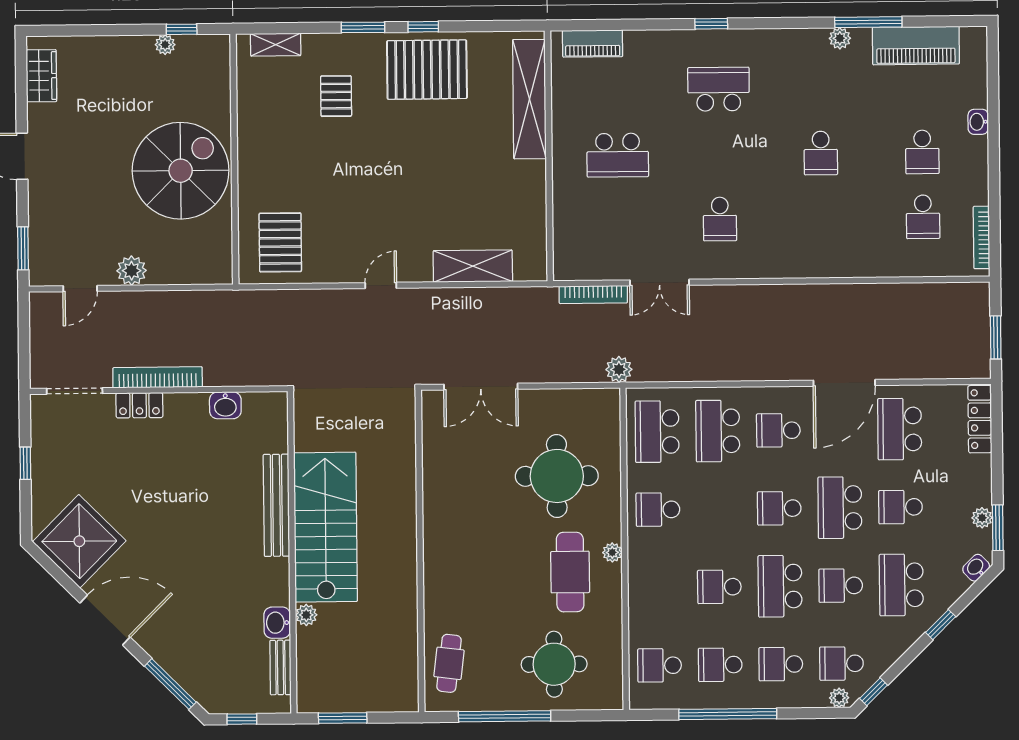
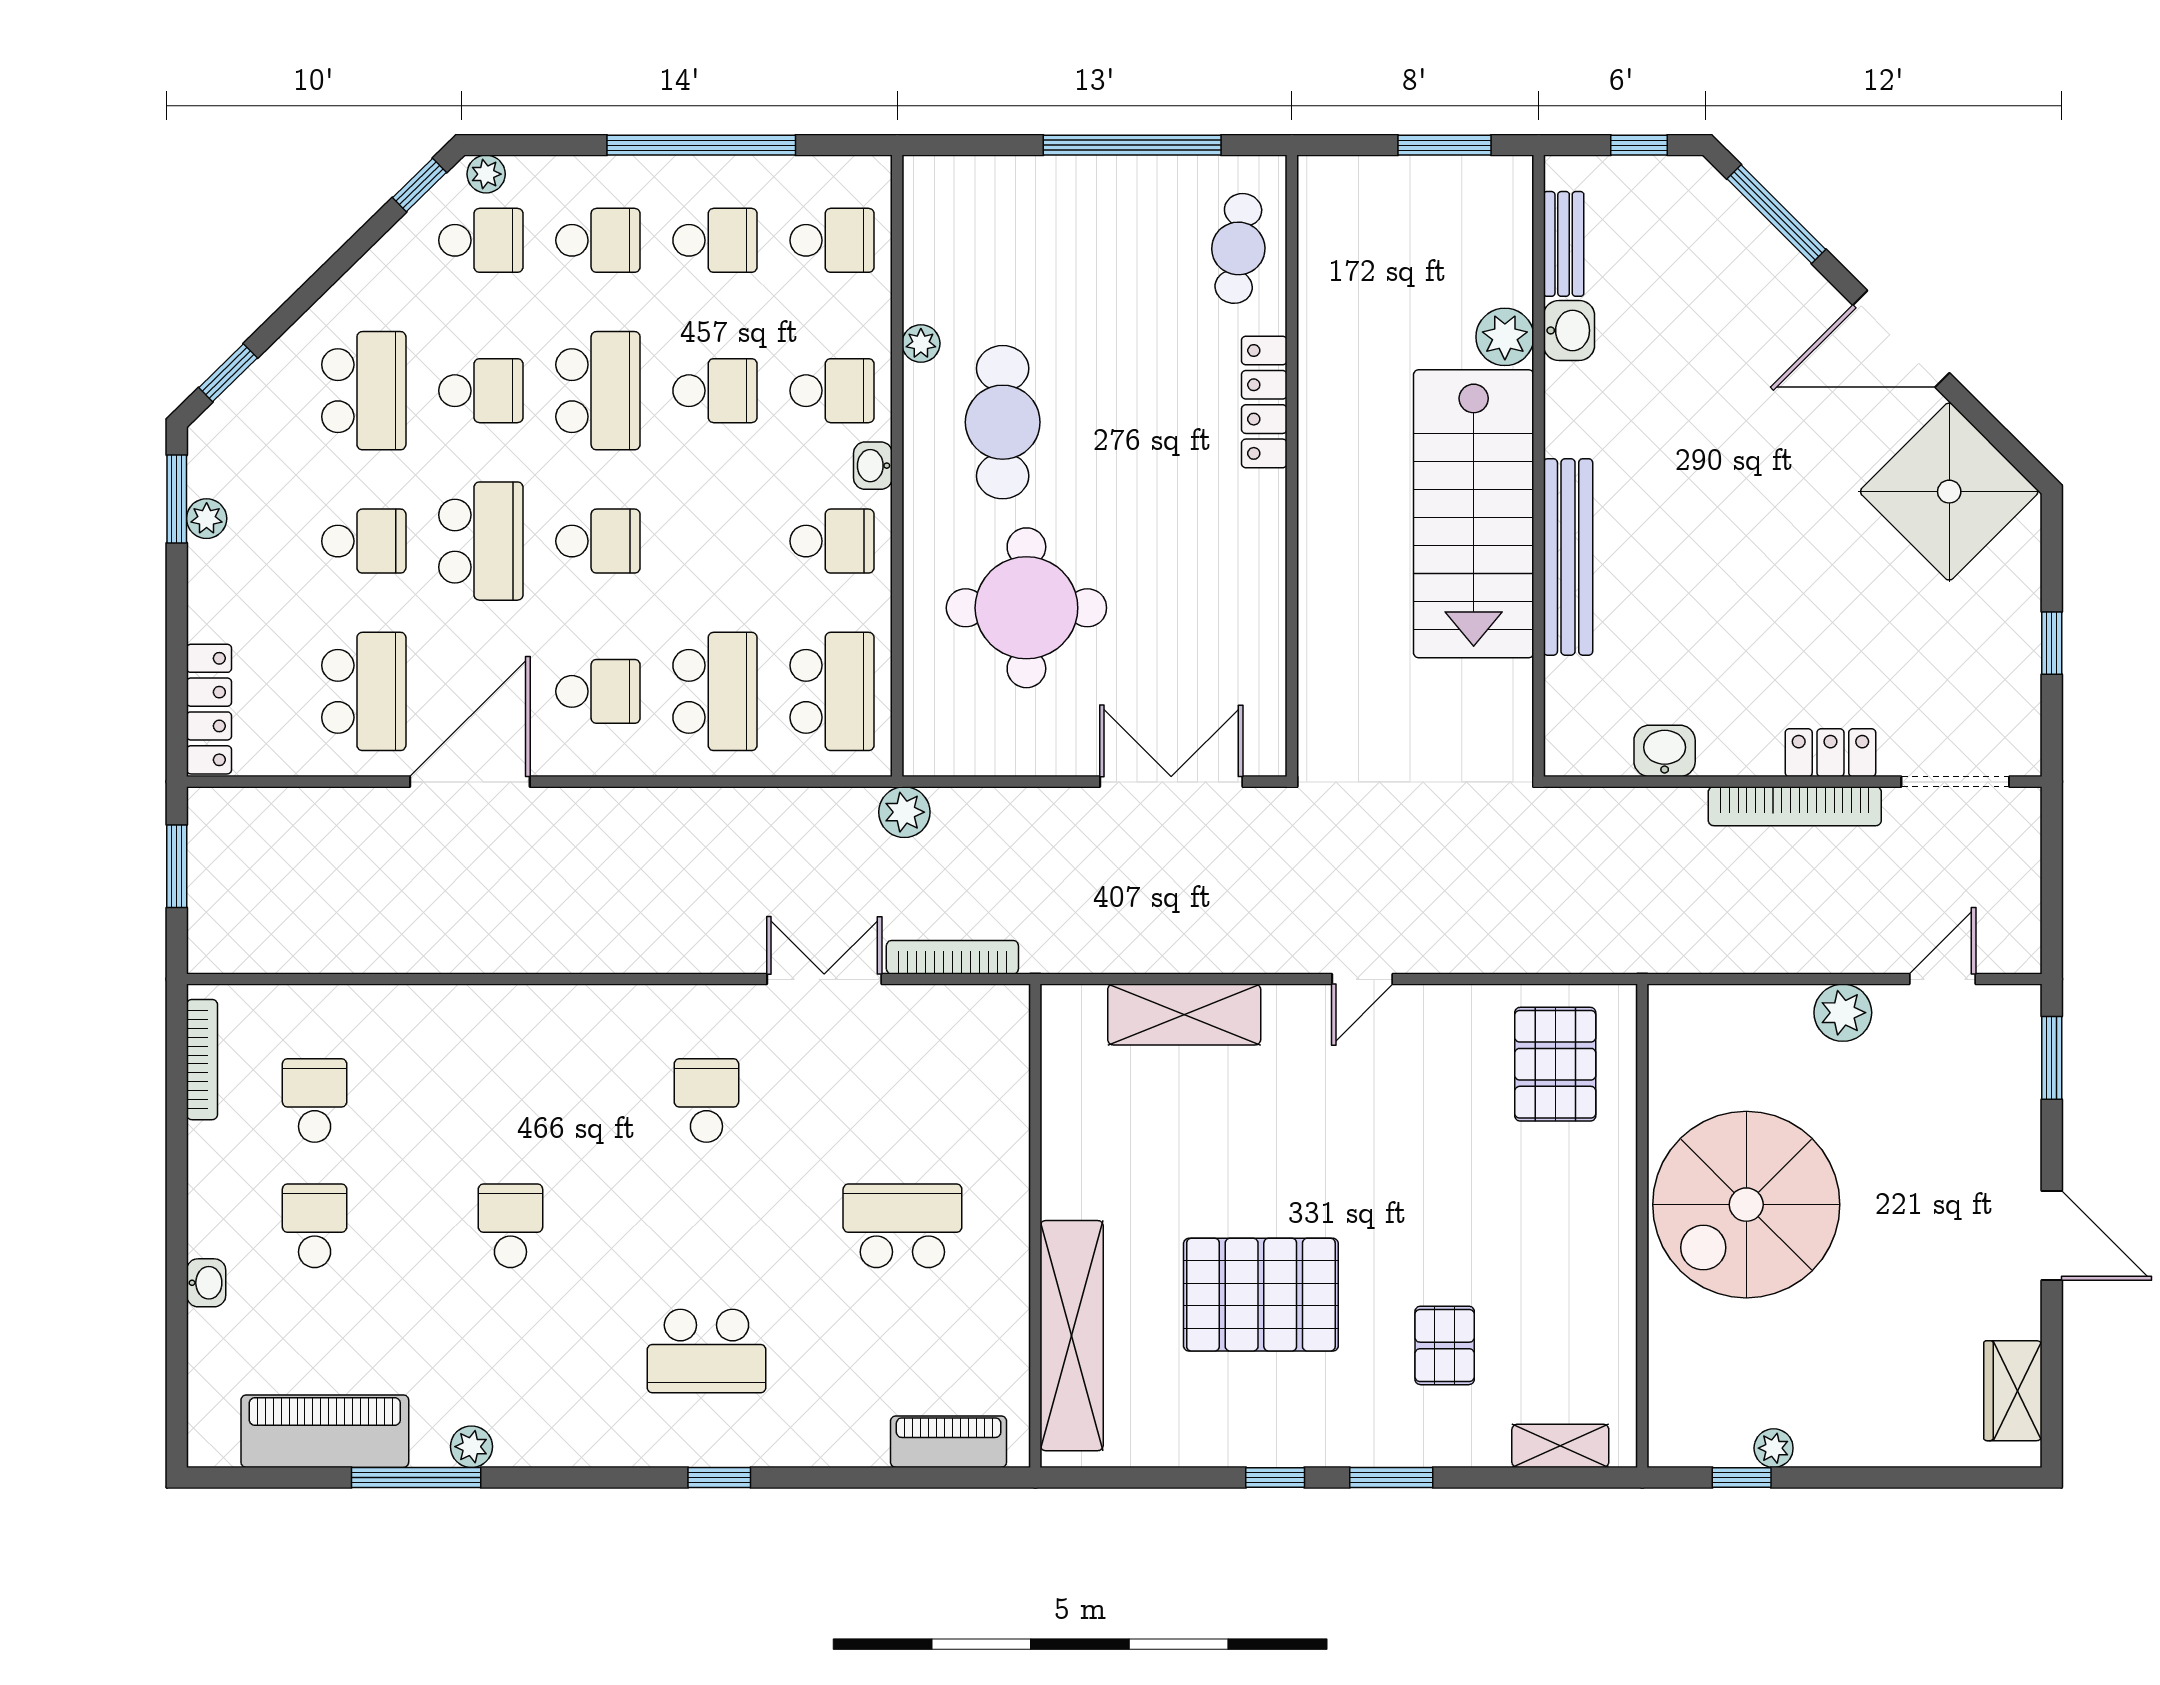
pallet: (427, 70) -> (1261, 1295), moved
plant: (612, 552) -> (921, 343), moved
washbasin: (976, 568) -> (873, 466), moved, turned 134
locker: (435, 584) -> (1264, 402), added
school desk: (659, 587) -> (832, 391), added
plant: (306, 615) -> (1505, 337), width x1.38, depth x1.38
window: (941, 625) -> (228, 373), moved
round table: (554, 664) -> (1035, 245), removed

